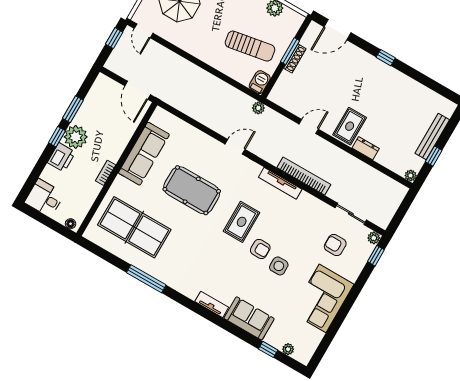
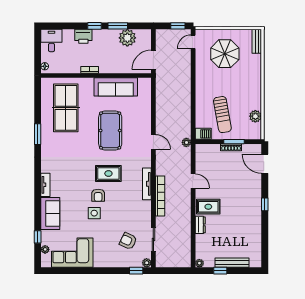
plant: (76, 137) -> (127, 38), moved
armchair: (335, 245) -> (128, 241), turned -65
window: (146, 279) -> (38, 134), width x0.69
corner sofa: (323, 298) -> (72, 253), moved

